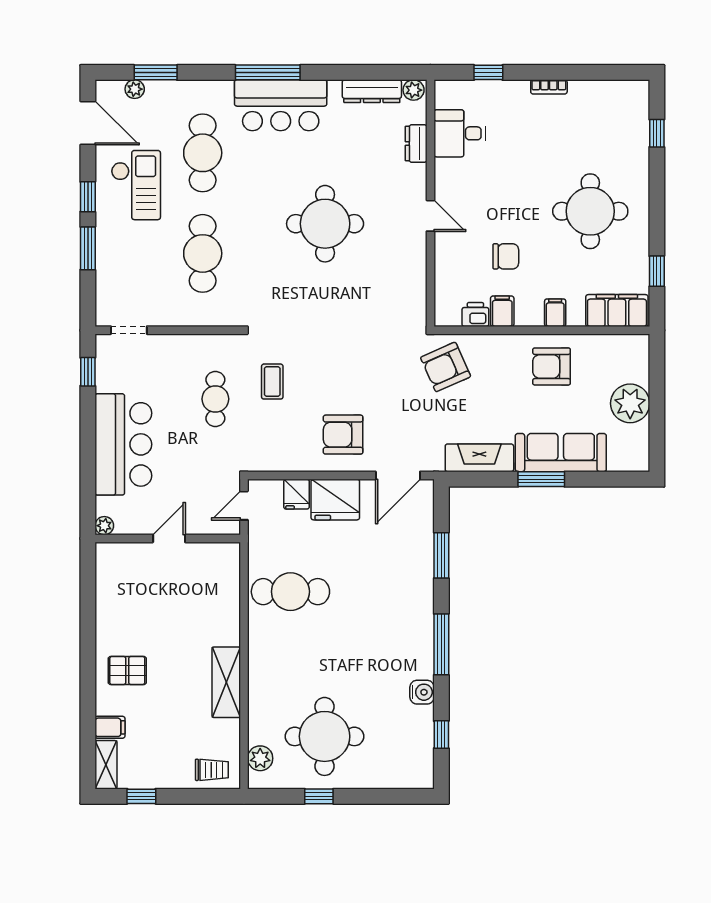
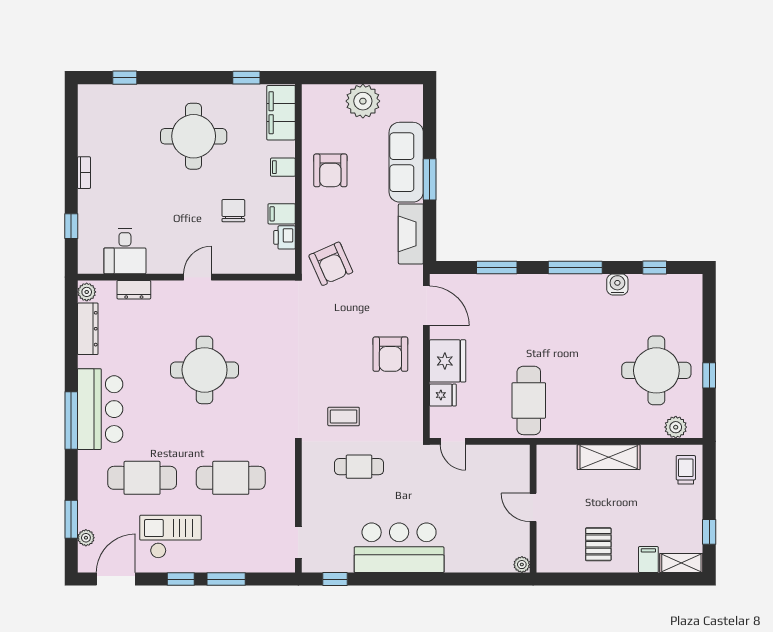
plant: (104, 526) -> (522, 565), moved
wall: (168, 538) -> (533, 509), moved
door: (169, 538) -> (533, 507), moved

